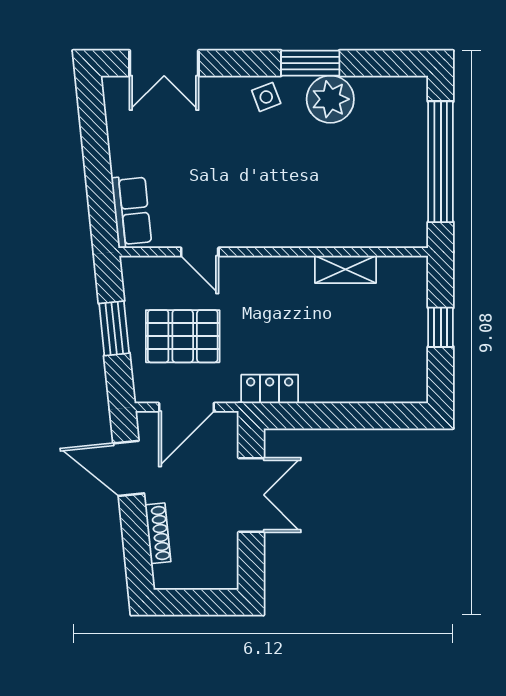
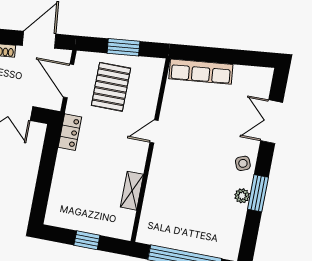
double door: (164, 63) -> (272, 122), moved
plant: (330, 99) -> (242, 196), width x0.53, depth x0.53
row of seats: (131, 211) -> (201, 72), width x1.48
door: (200, 252) -> (154, 131), moved

